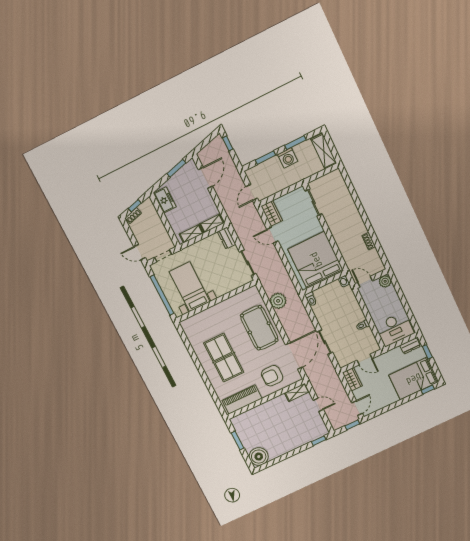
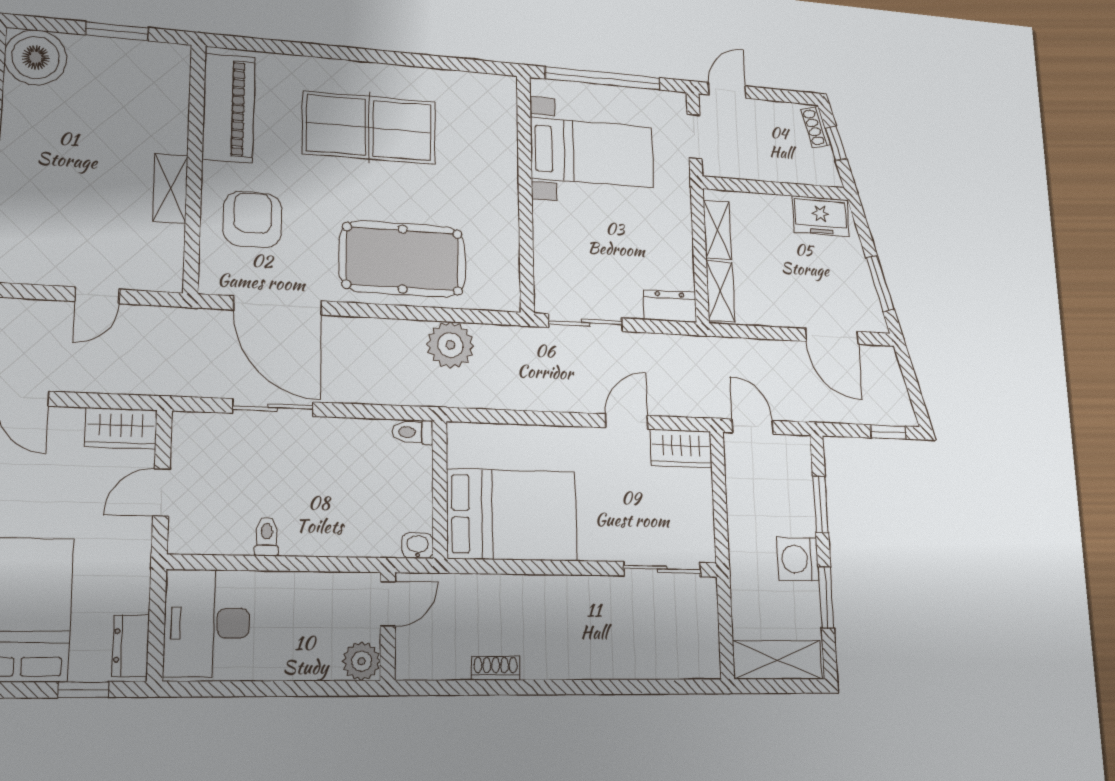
bed: (316, 260) -> (512, 515), width x0.73
shelving: (297, 392) -> (170, 188), moved

